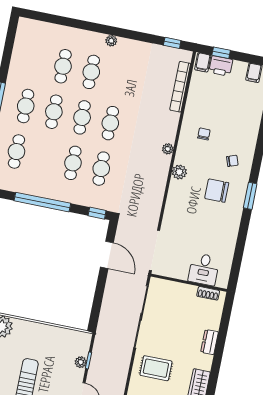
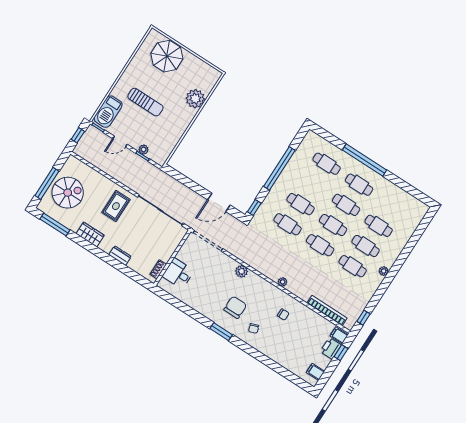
cafe table: (119, 78) -> (353, 266), added
plant: (179, 172) -> (242, 271), moved

